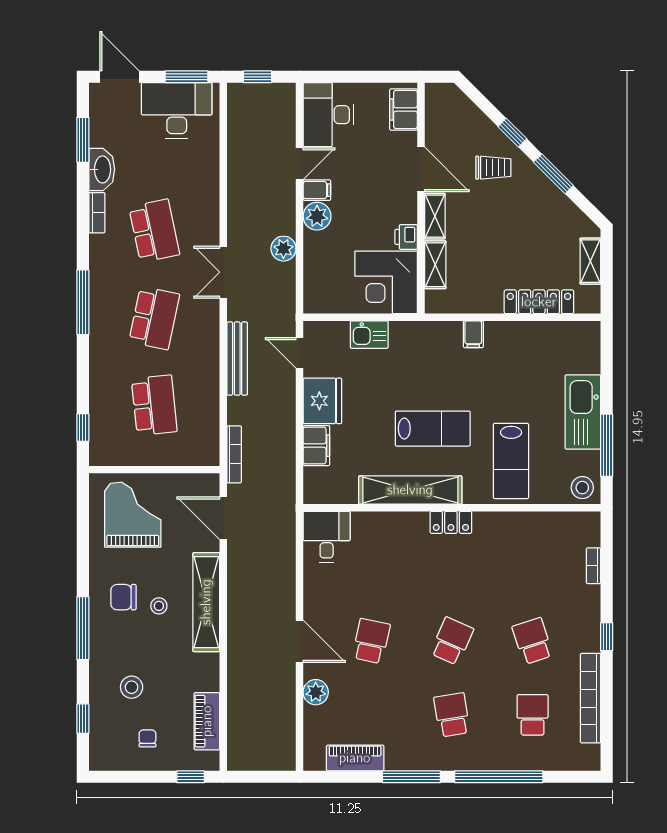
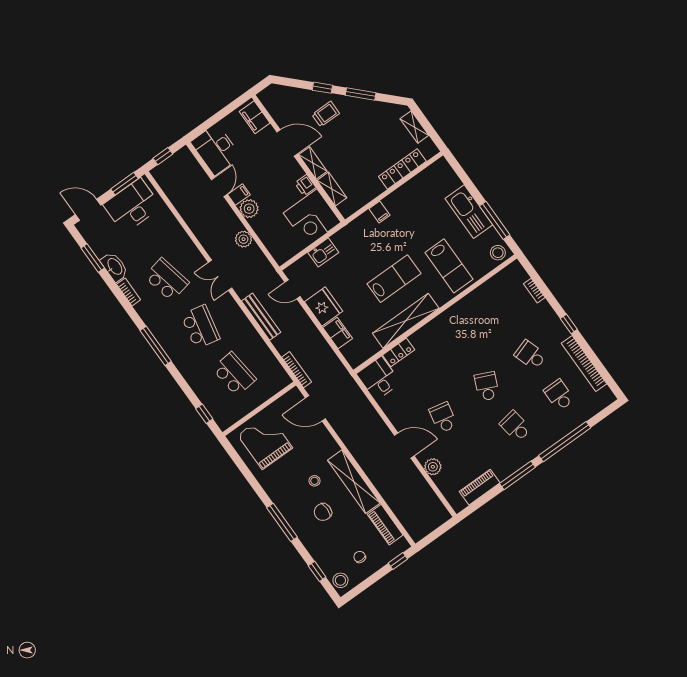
locker: (451, 522) -> (399, 352), moved
chair: (123, 597) -> (323, 512), moved
shelving: (206, 602) -> (354, 482), moved
stool: (132, 687) -> (340, 580), moved

